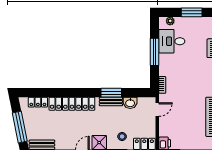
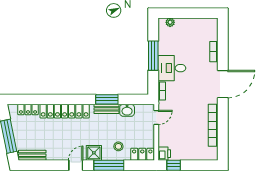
window: (192, 12) -> (193, 13), removed
desk: (172, 41) -> (172, 68), moved

